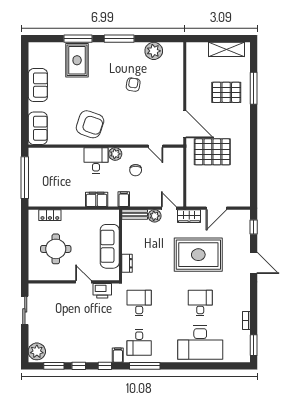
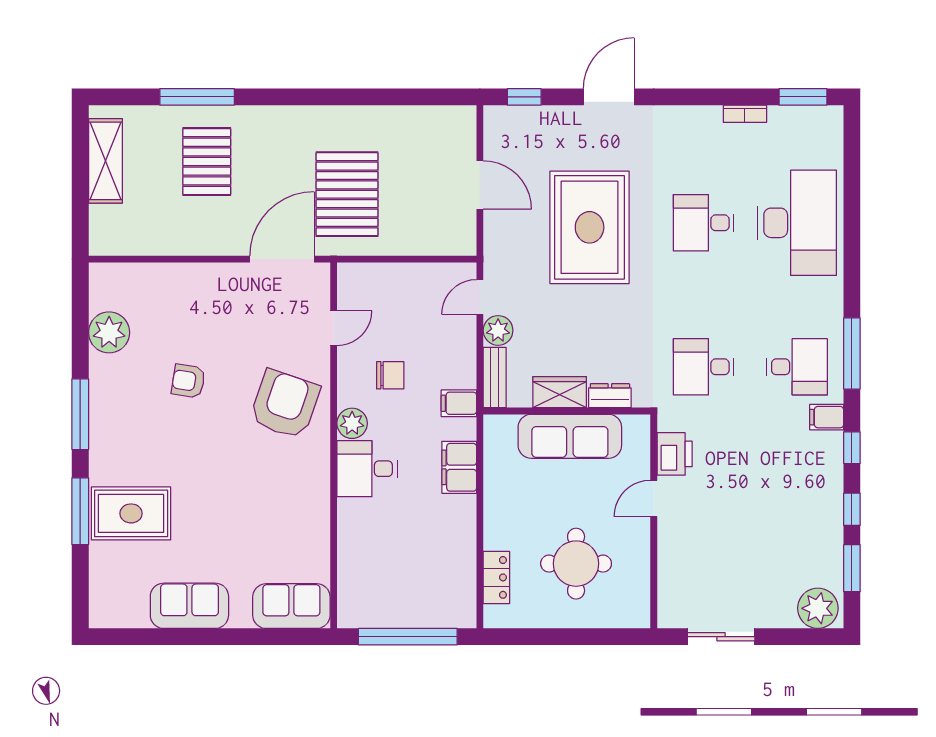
armchair: (90, 124) -> (285, 404), moved
wardrobe: (189, 216) -> (560, 392), moved, turned -90

